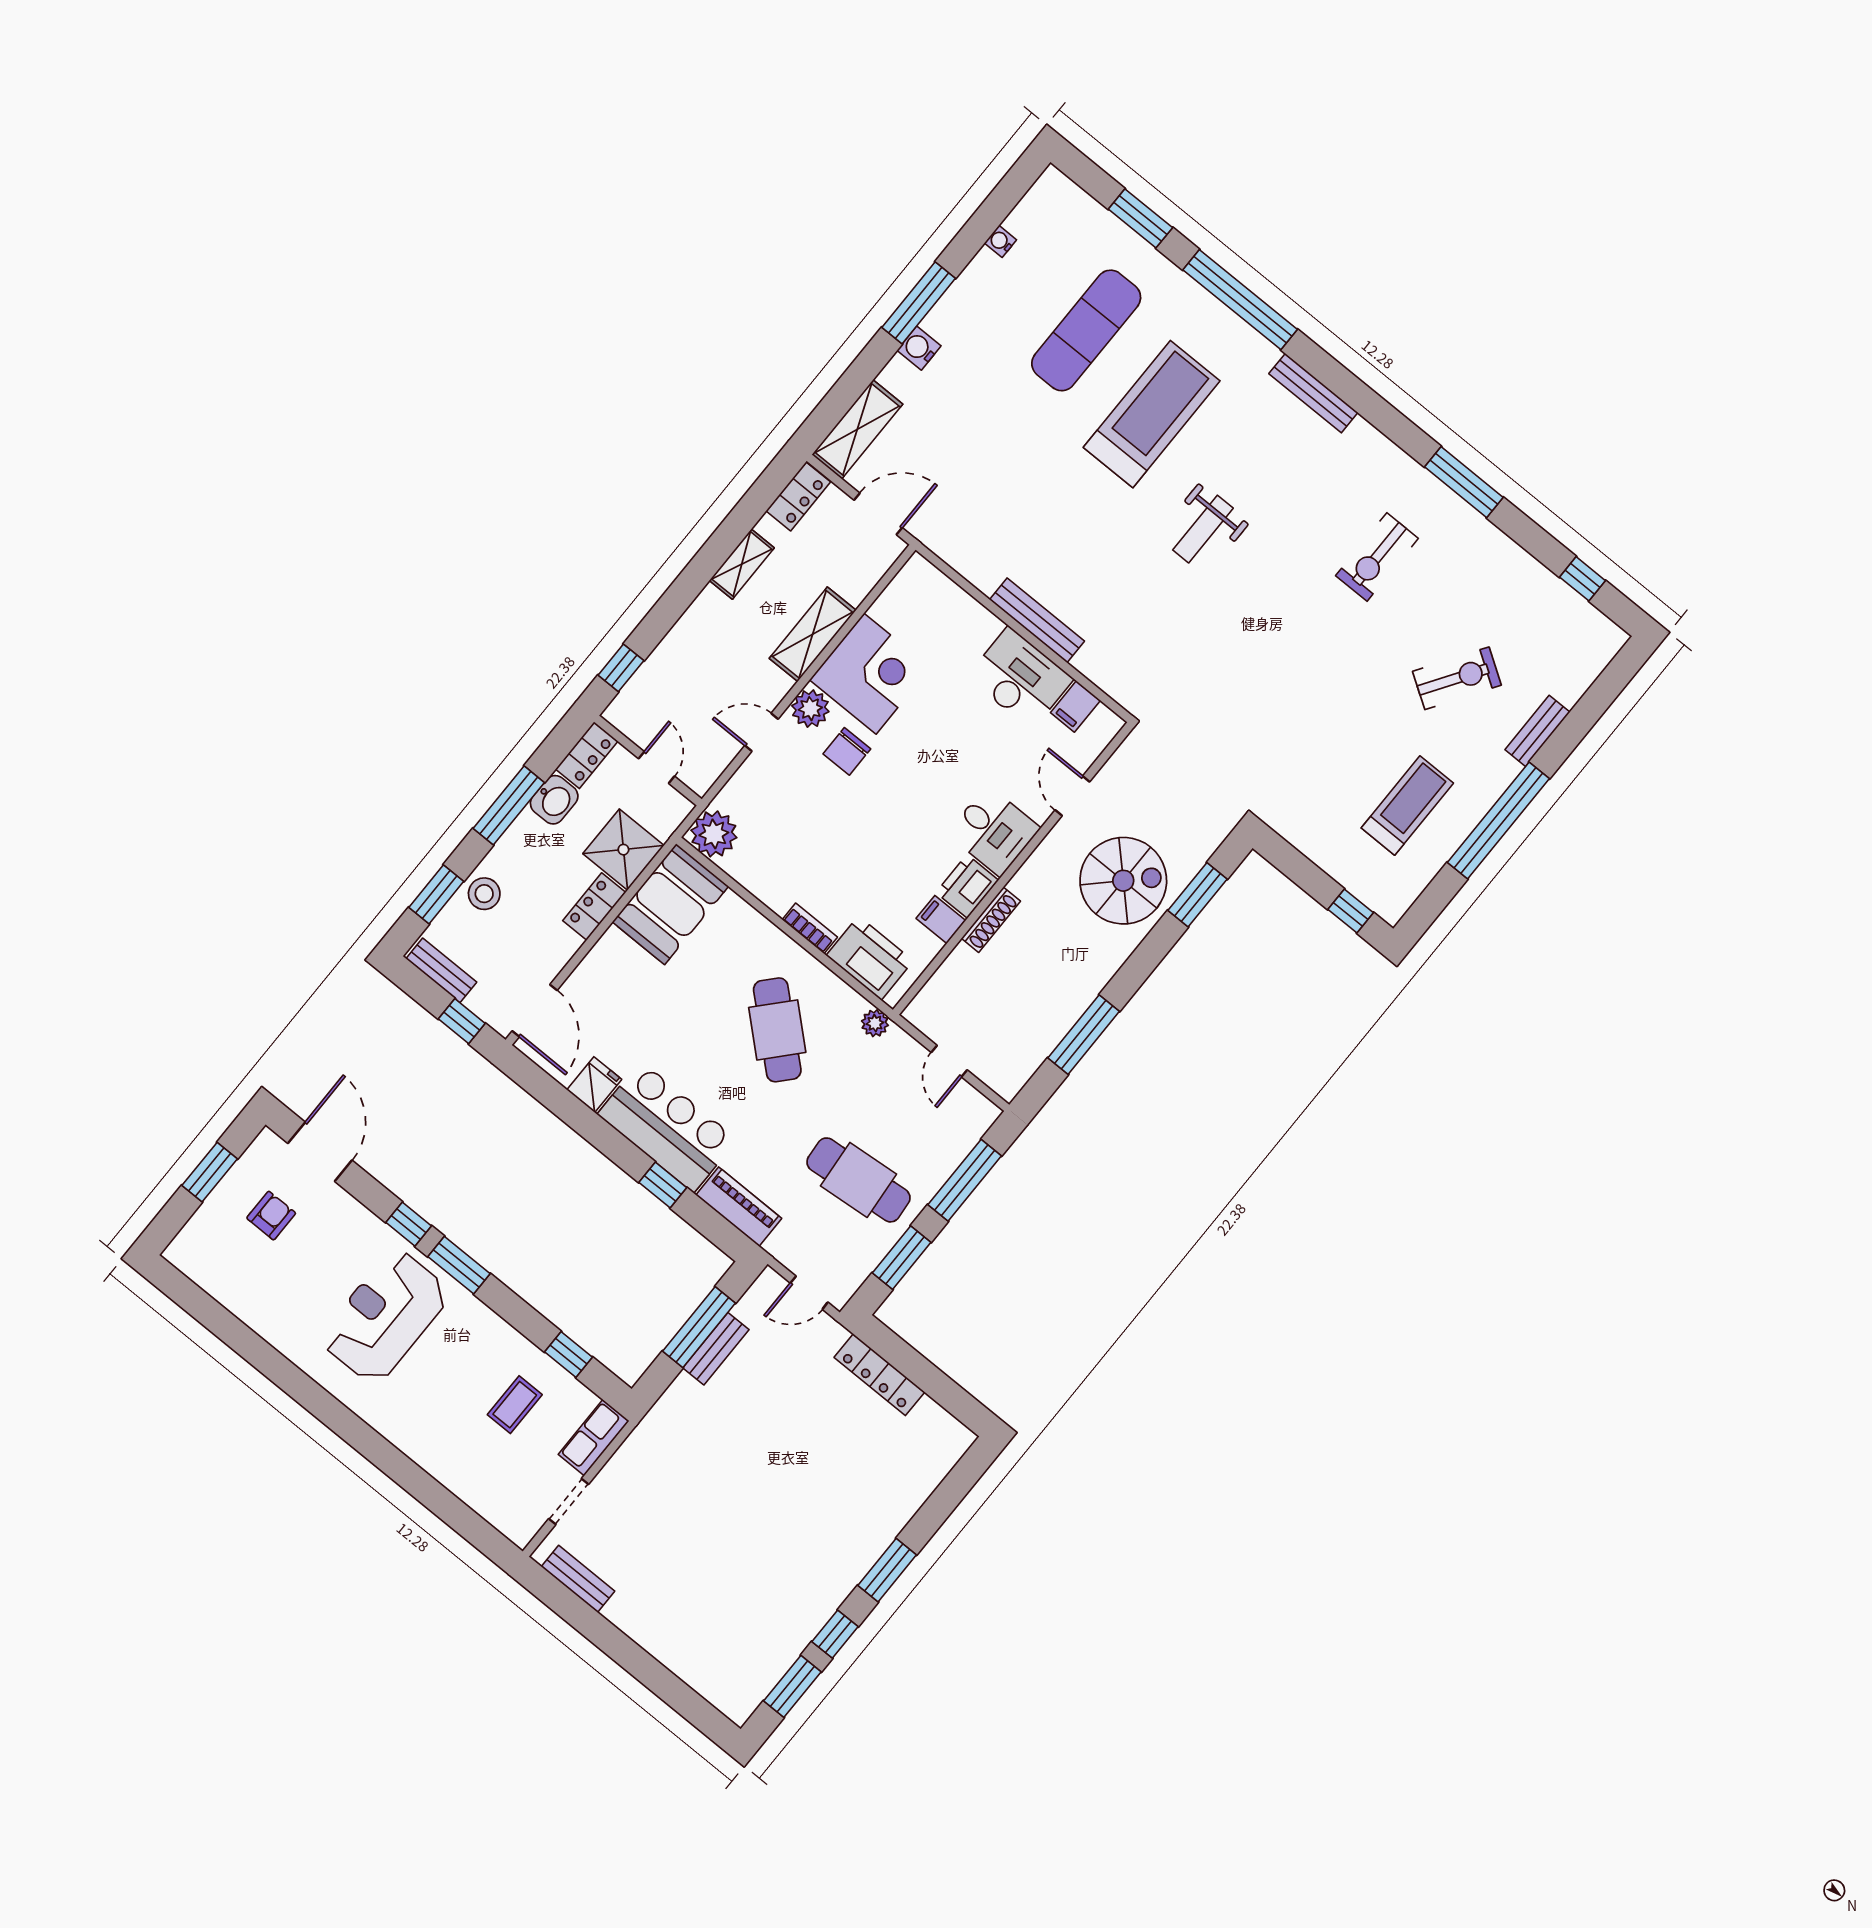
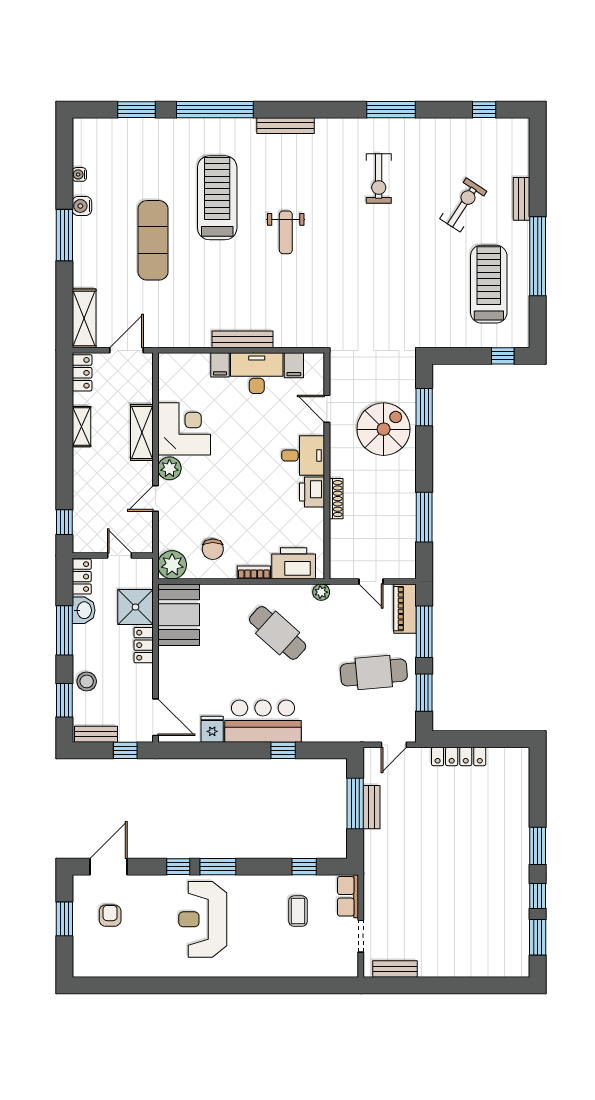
exercise mat: (1086, 330) -> (153, 240), moved
water cooler: (919, 348) -> (82, 206), moved
chair: (847, 751) -> (213, 549), moved
treadmill: (1407, 806) -> (489, 284), width x1.37, depth x1.38
filing cabinet: (941, 919) -> (220, 365), moved, turned -90
door: (320, 1152) -> (109, 867), hinge flipped
piano: (739, 1207) -> (405, 609), moved, turned -90

